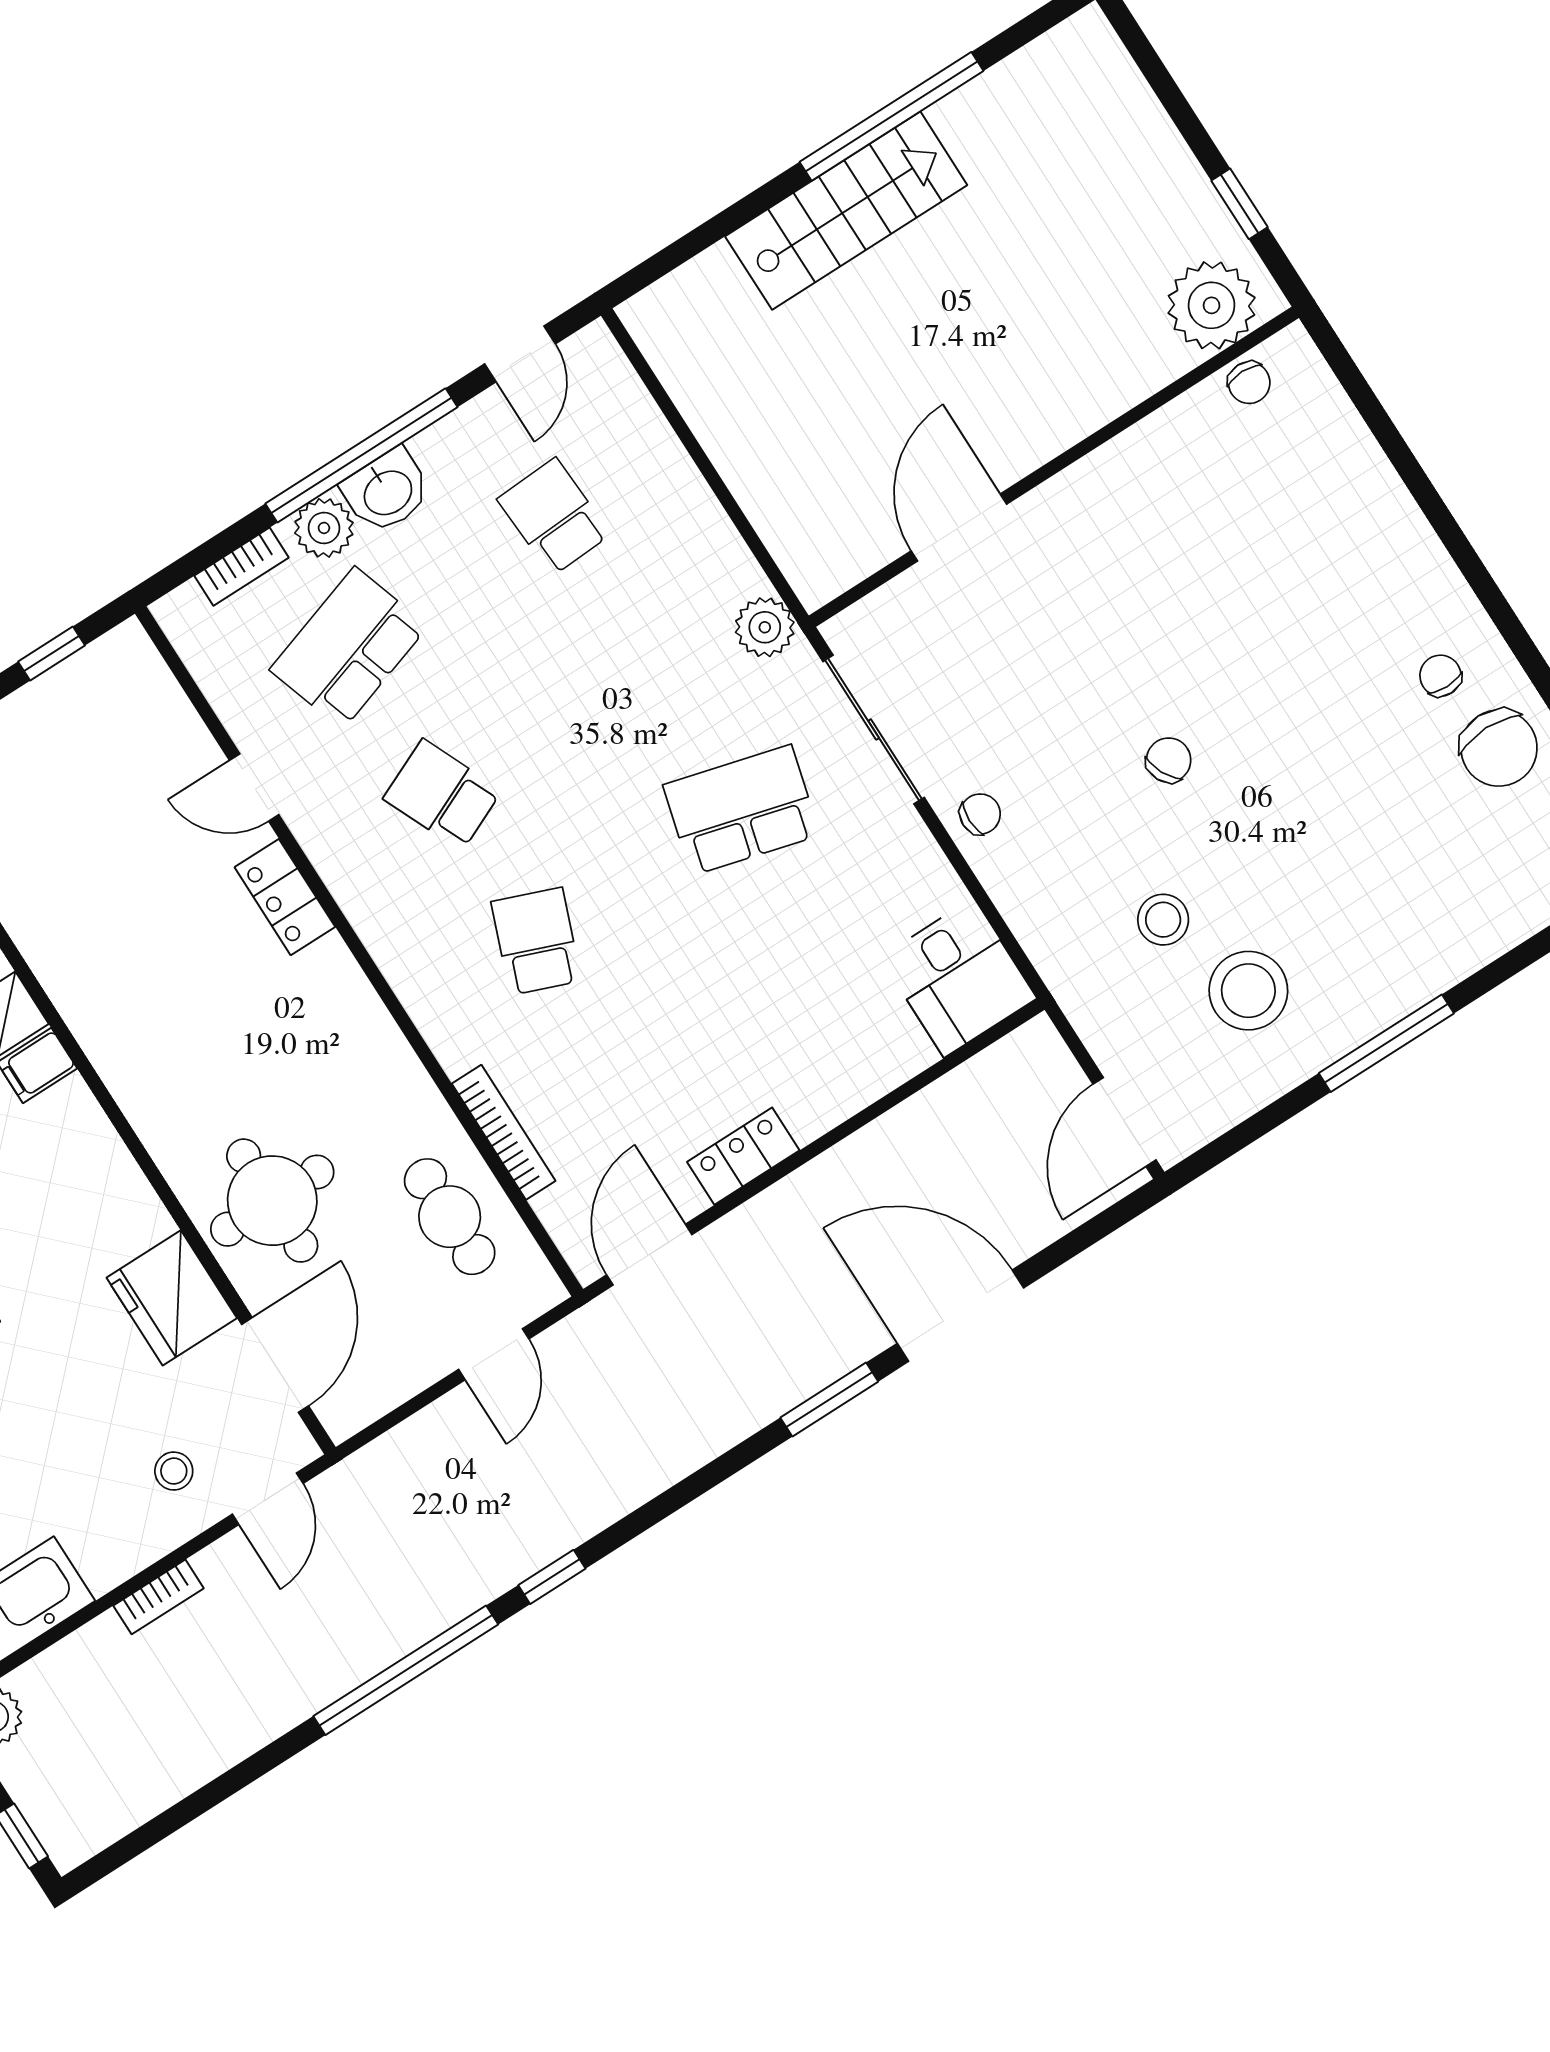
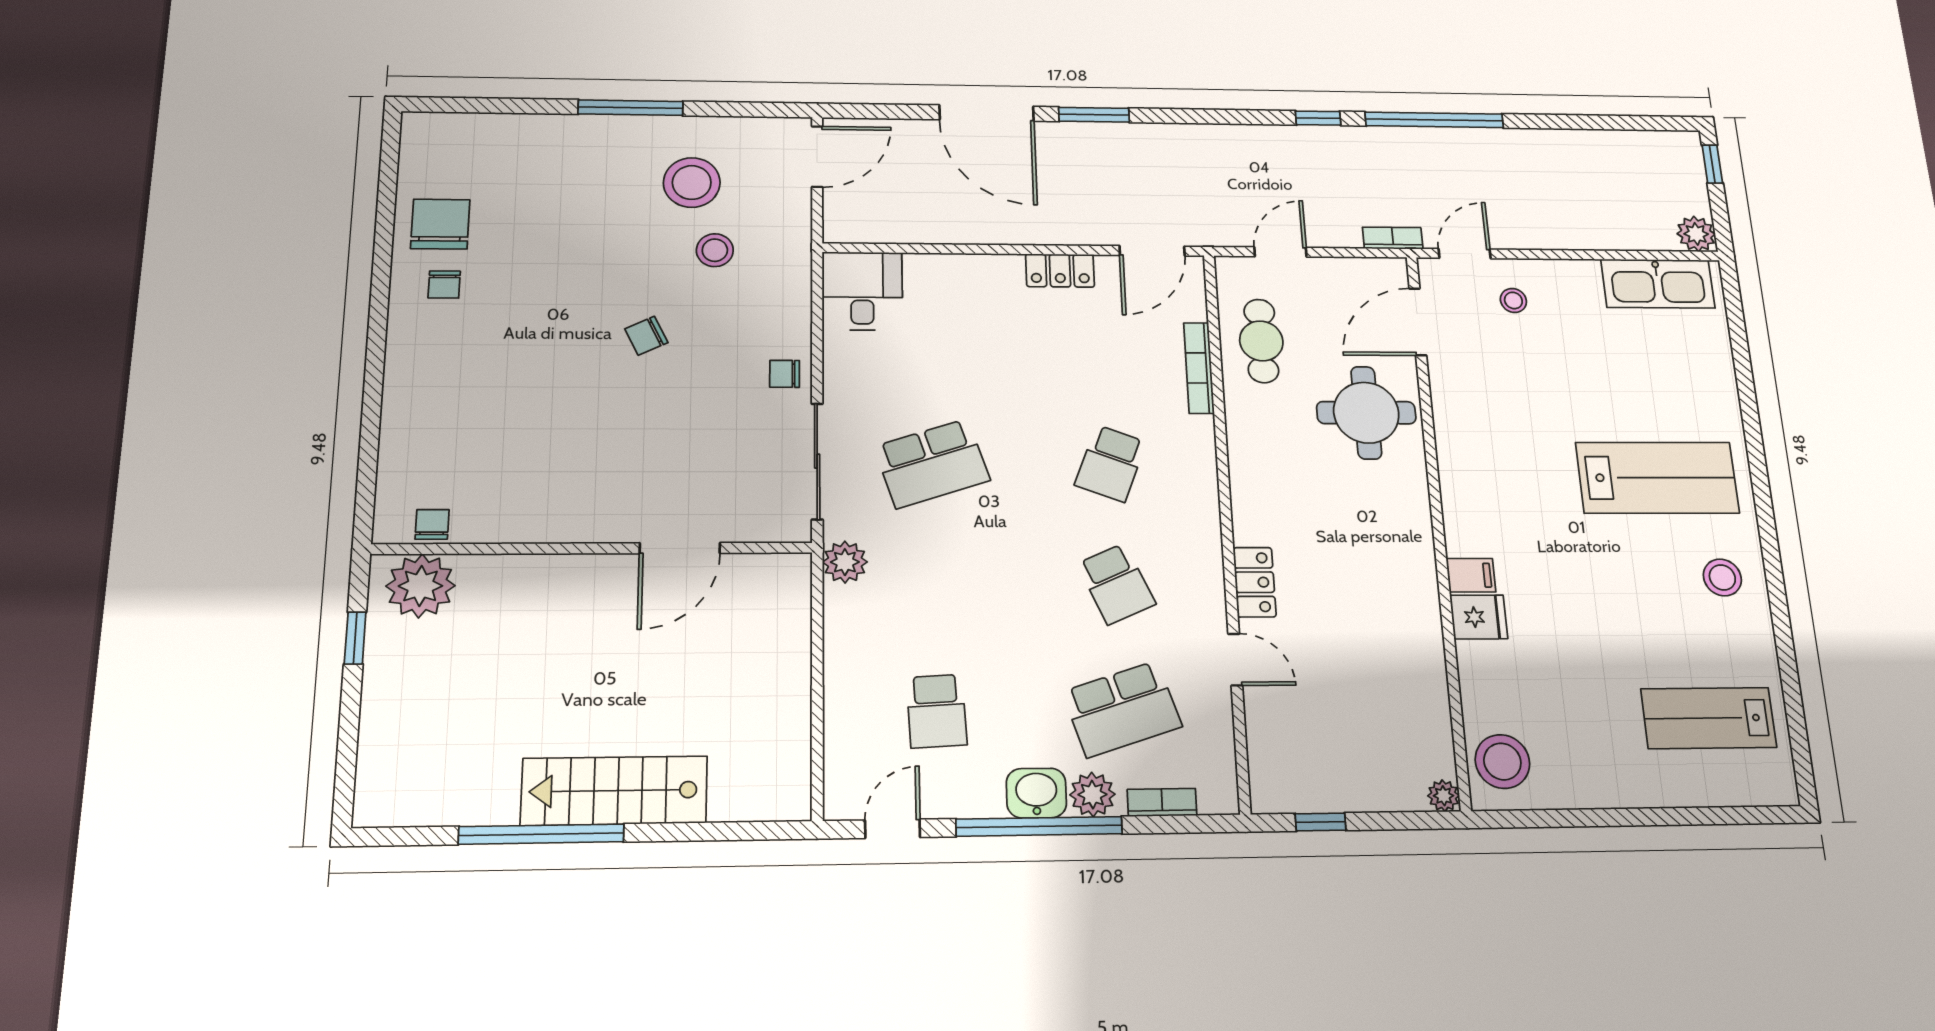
school desk: (741, 810) -> (932, 463), turned -33
fridge: (172, 1298) -> (1461, 395), removed
bookcase: (159, 1597) -> (1393, 238), moved

